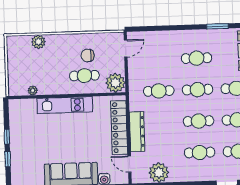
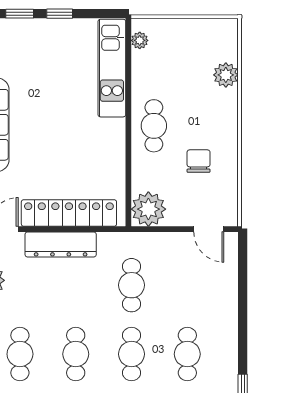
cafe table: (84, 76) -> (154, 126), moved
plant: (33, 91) -> (140, 40), moved
kitchen unit: (65, 105) -> (112, 68), moved

